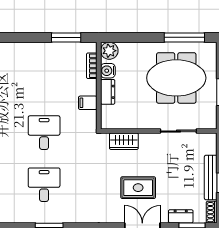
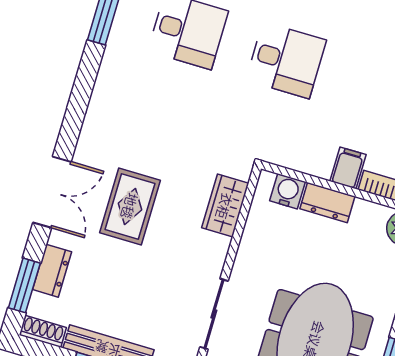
water cooler: (108, 71) -> (288, 191), moved
filing cabinet: (88, 103) -> (348, 168), moved

